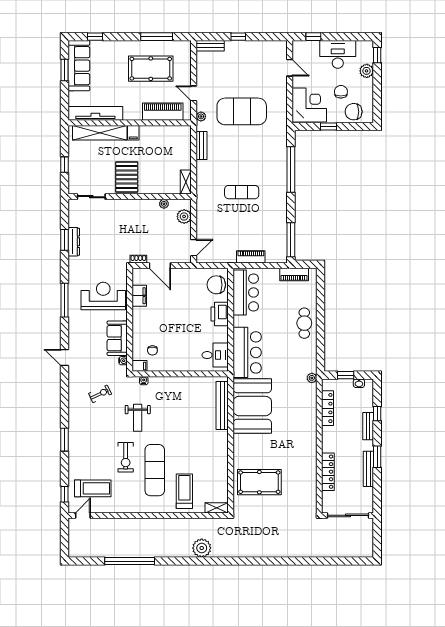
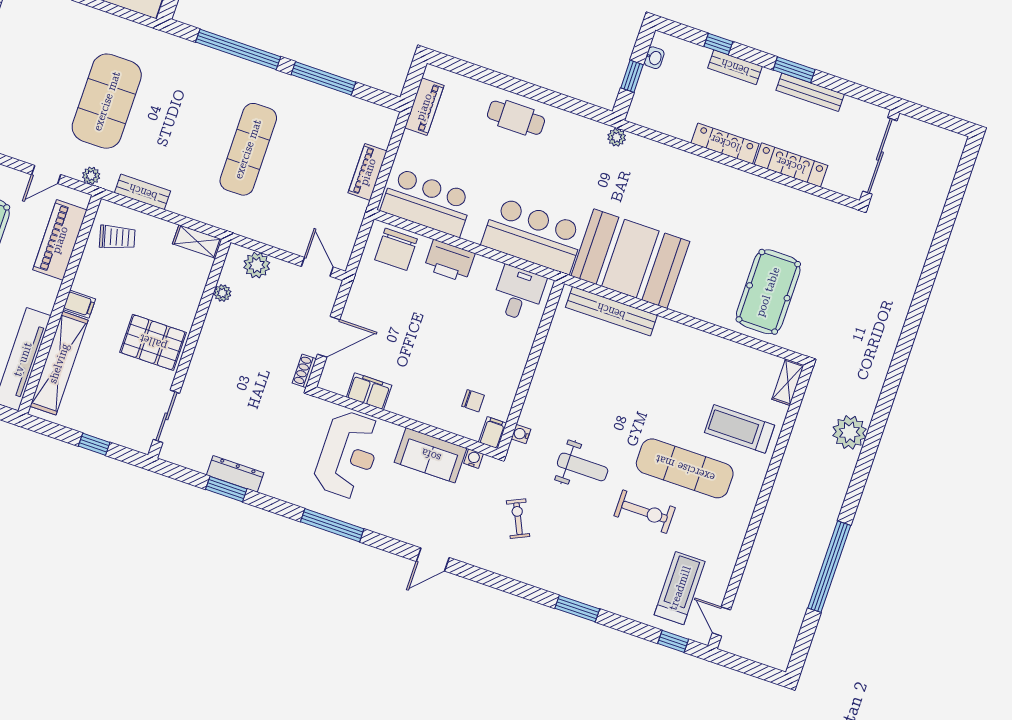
trolley: (174, 141) -> (117, 237), added
exercise mat: (242, 192) -> (248, 149), width x1.36, depth x1.45
window: (291, 240) -> (323, 78), moved
reception desk: (103, 296) -> (348, 455), turned 180
locker: (328, 408) -> (725, 143), moved

